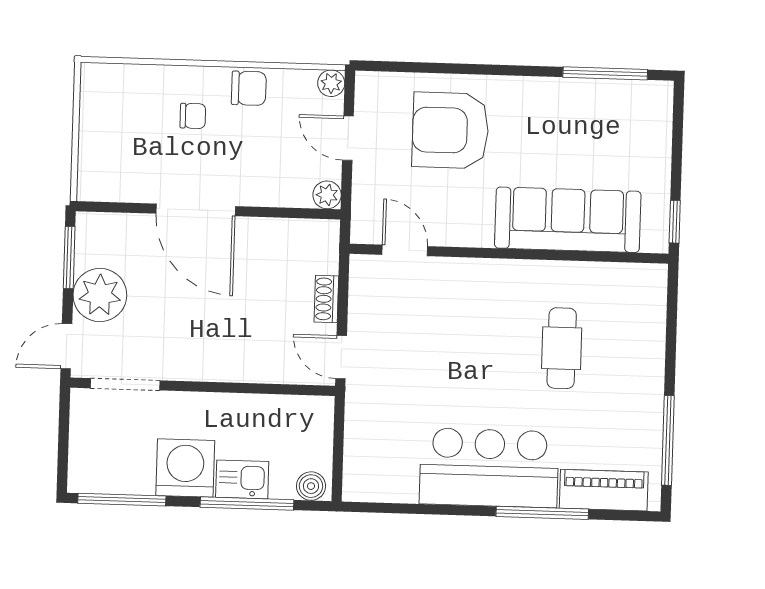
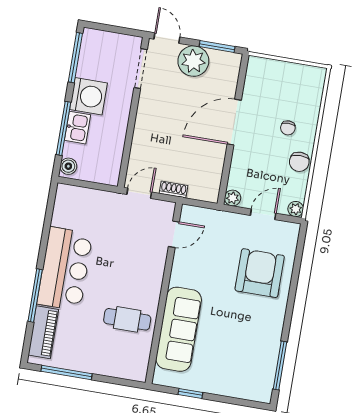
sofa: (568, 220) -> (179, 329), moved
door: (405, 250) -> (174, 234), moved
wall: (509, 254) -> (164, 293), moved

